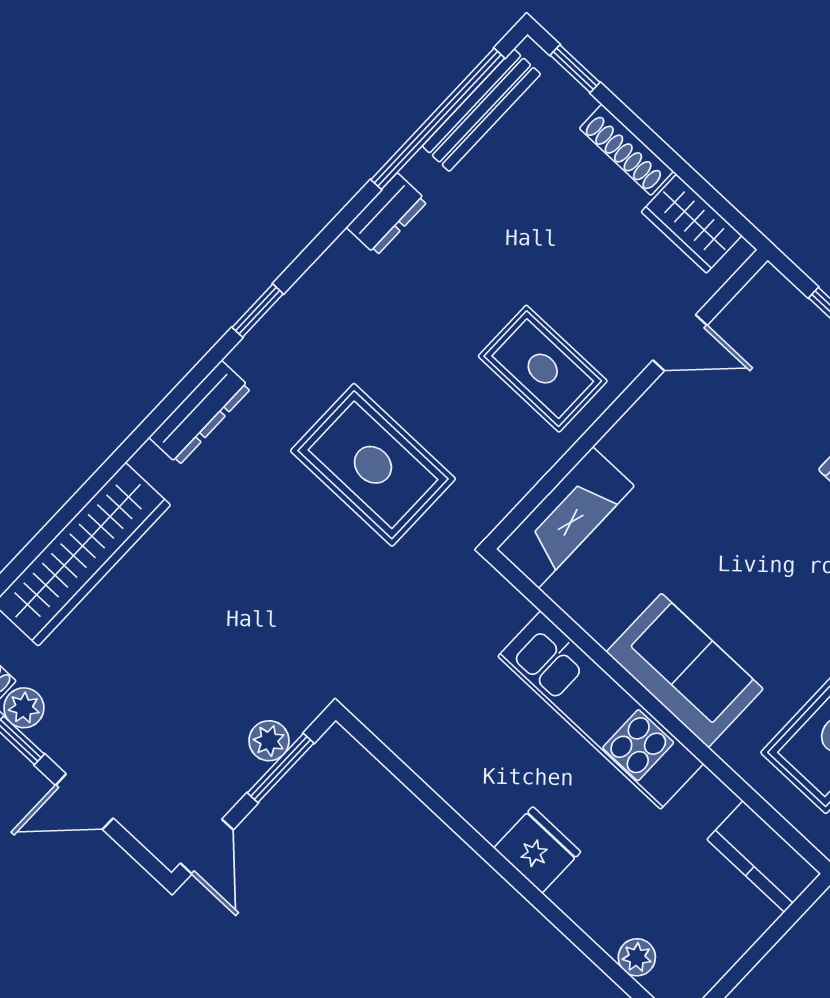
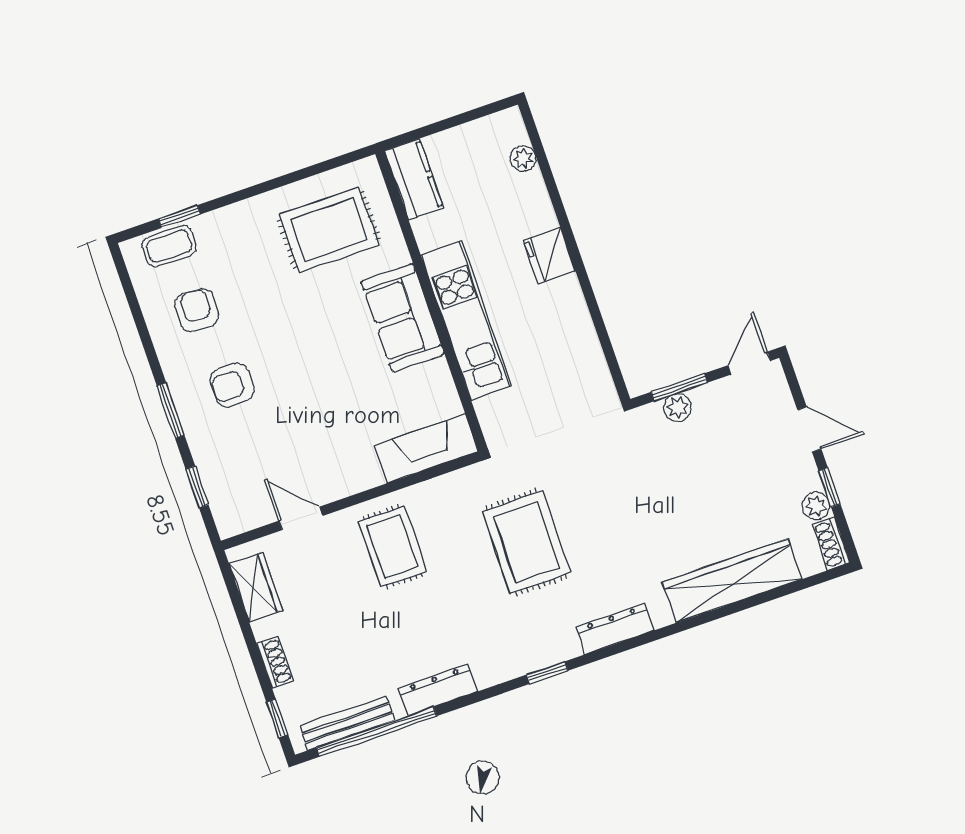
shoe rack: (626, 150) -> (275, 662), width x0.70
dresser: (387, 214) -> (438, 690), width x1.44

